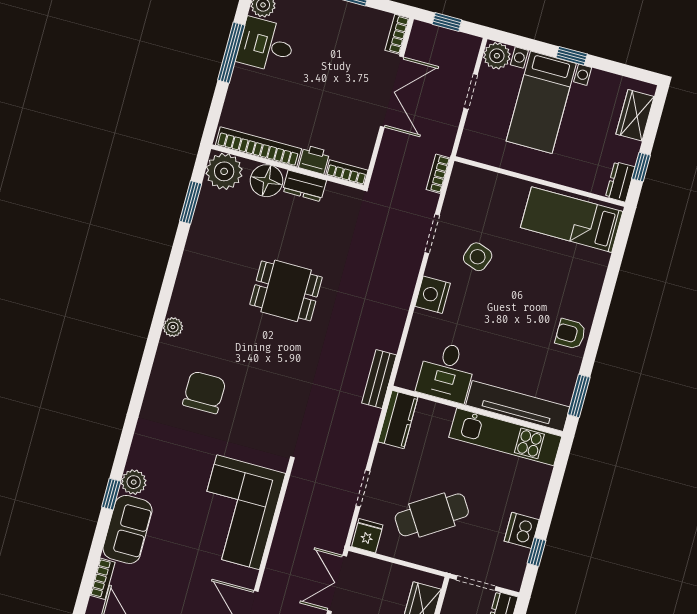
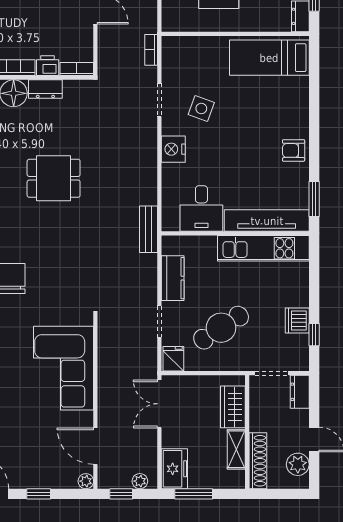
kitchen counter: (398, 419) -> (173, 278), moved

